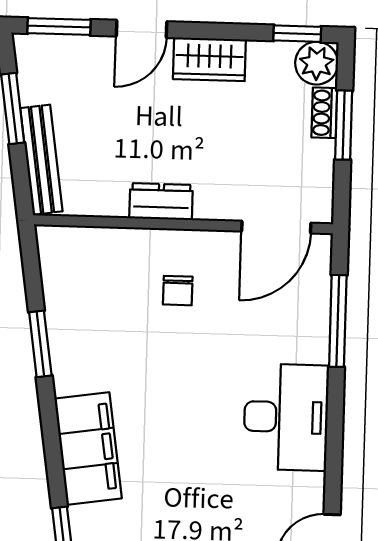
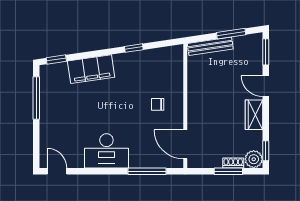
dresser: (161, 202) -> (194, 96), removed
window: (40, 344) -> (134, 48), width x0.67

